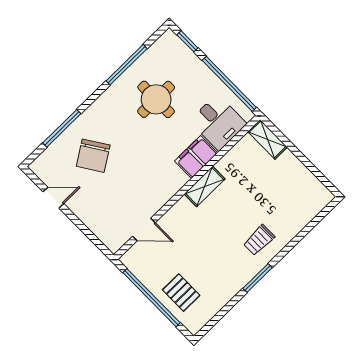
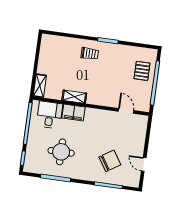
shelving: (205, 187) -> (74, 97), moved

